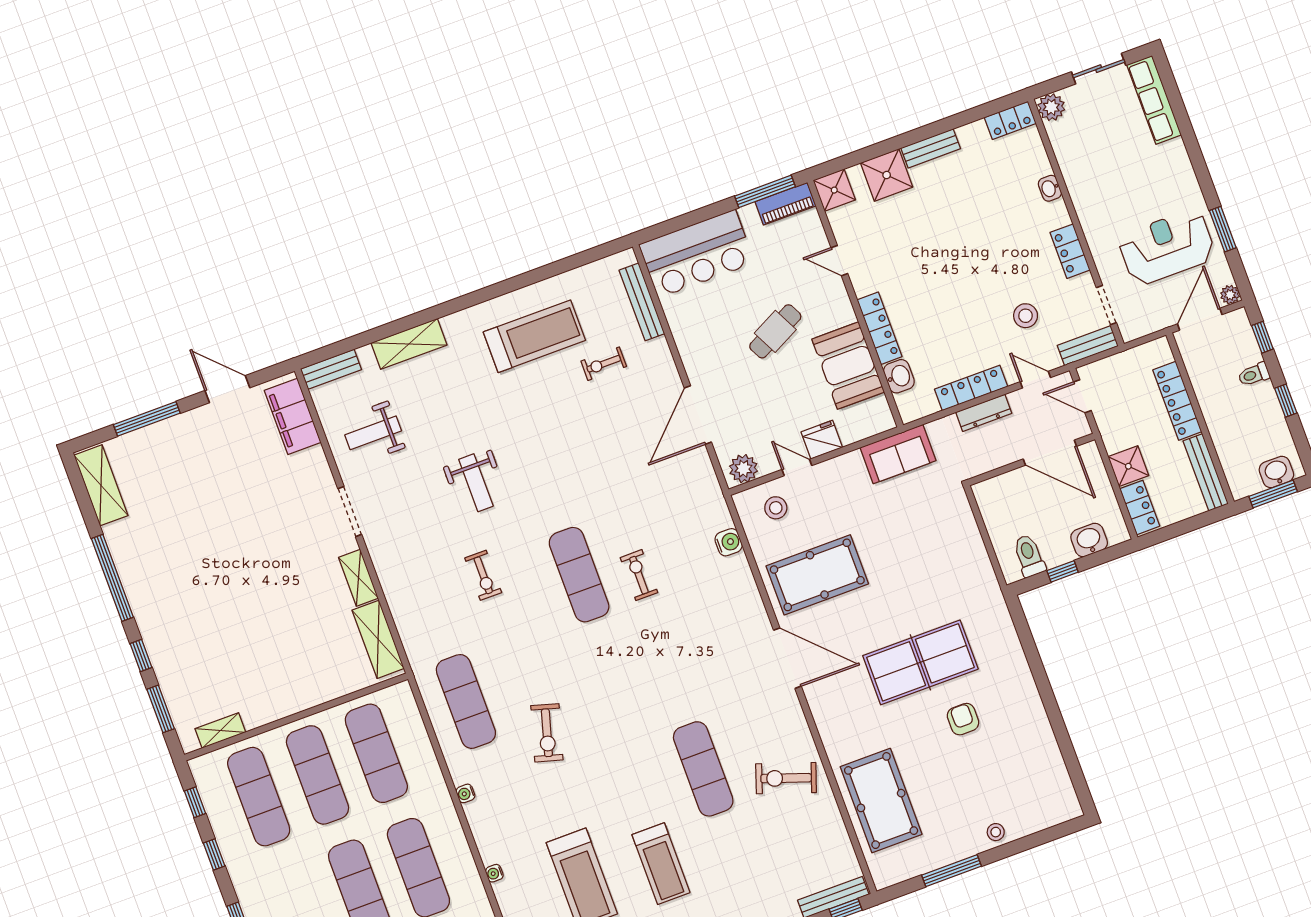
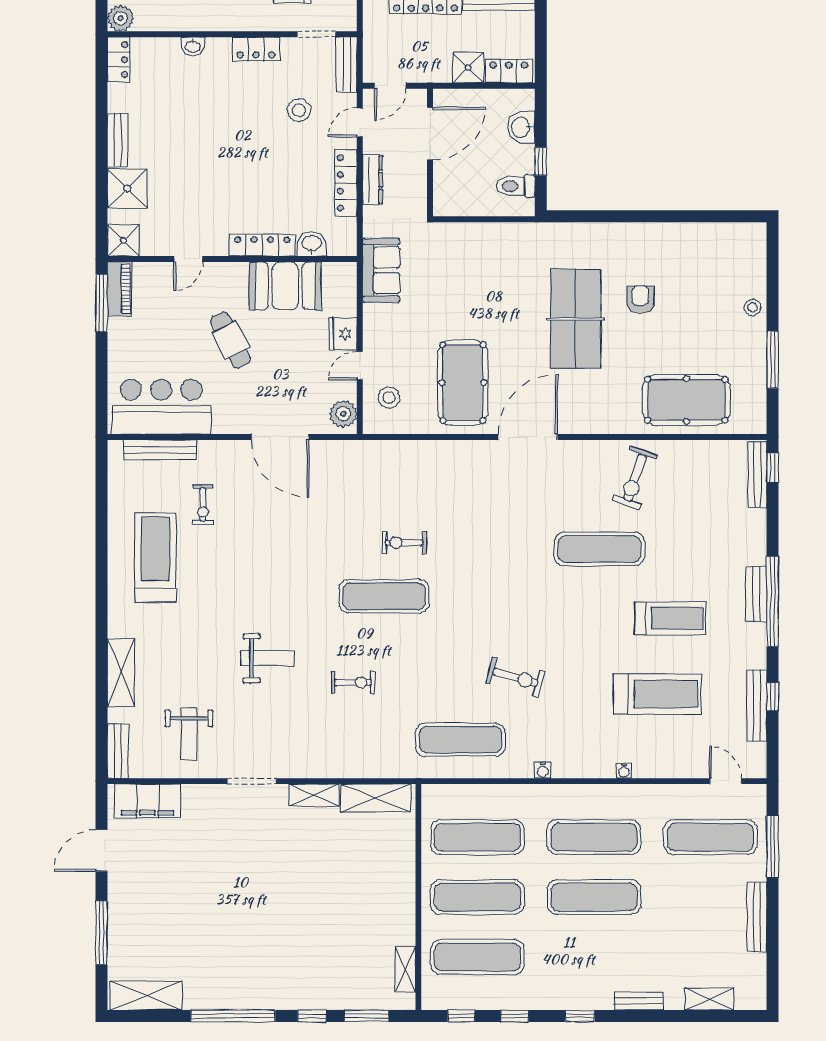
bar counter: (697, 254) -> (161, 407), moved, turned -90
water cooler: (729, 542) -> (404, 451), removed
armchair: (963, 719) -> (640, 299), turned 90

